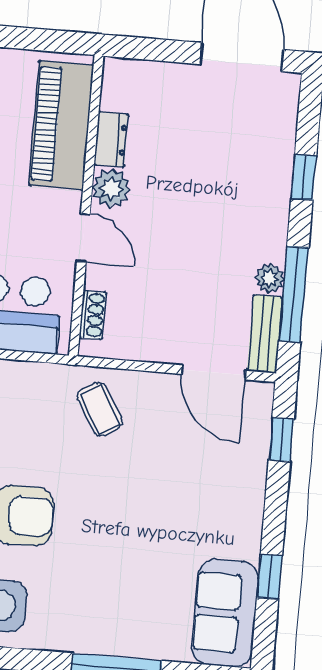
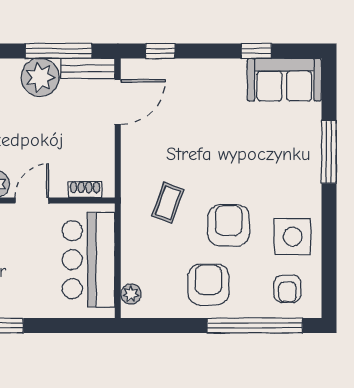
plant: (270, 278) -> (40, 77), width x1.88, depth x1.88
coffee table: (100, 409) -> (168, 203), moved, turned -38

